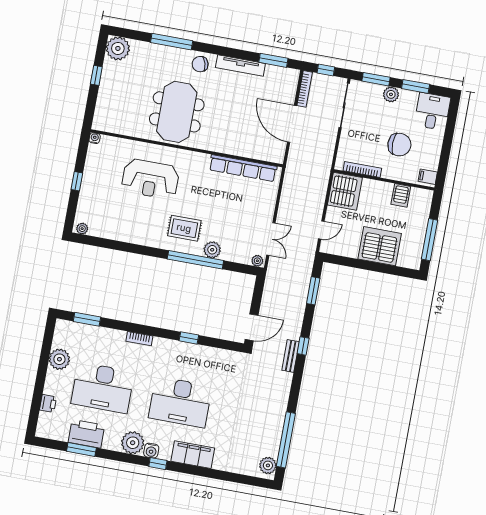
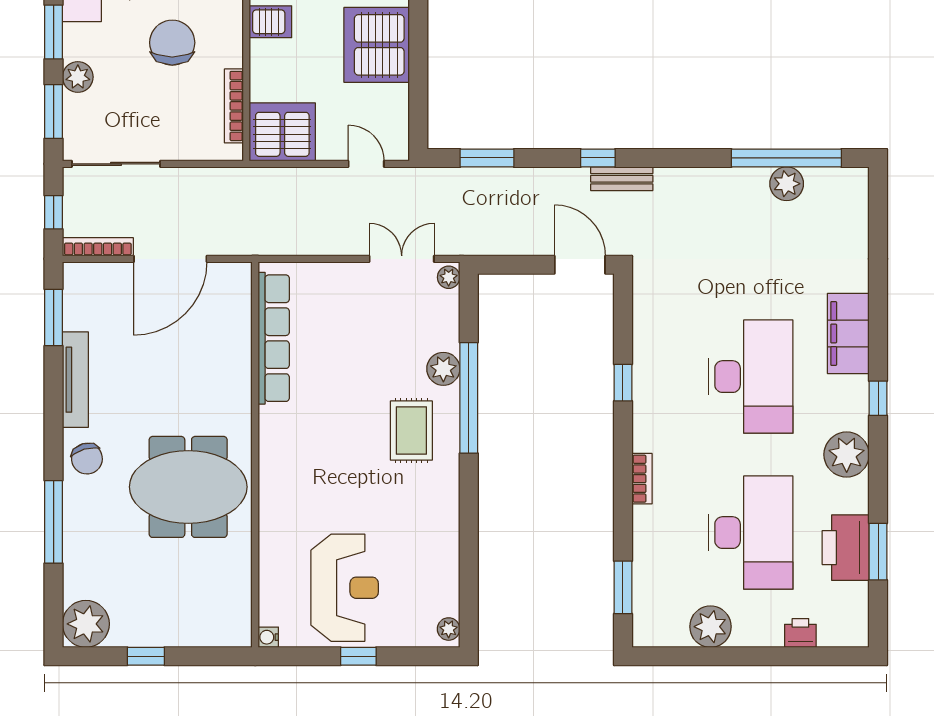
reception desk: (150, 179) -> (345, 588), moved
water cooler: (151, 451) -> (855, 416), removed
plant: (268, 465) -> (787, 184), moved

